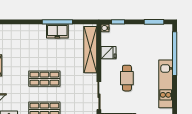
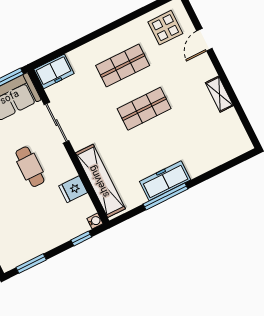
freezer: (57, 31) -> (165, 181), width x1.40

